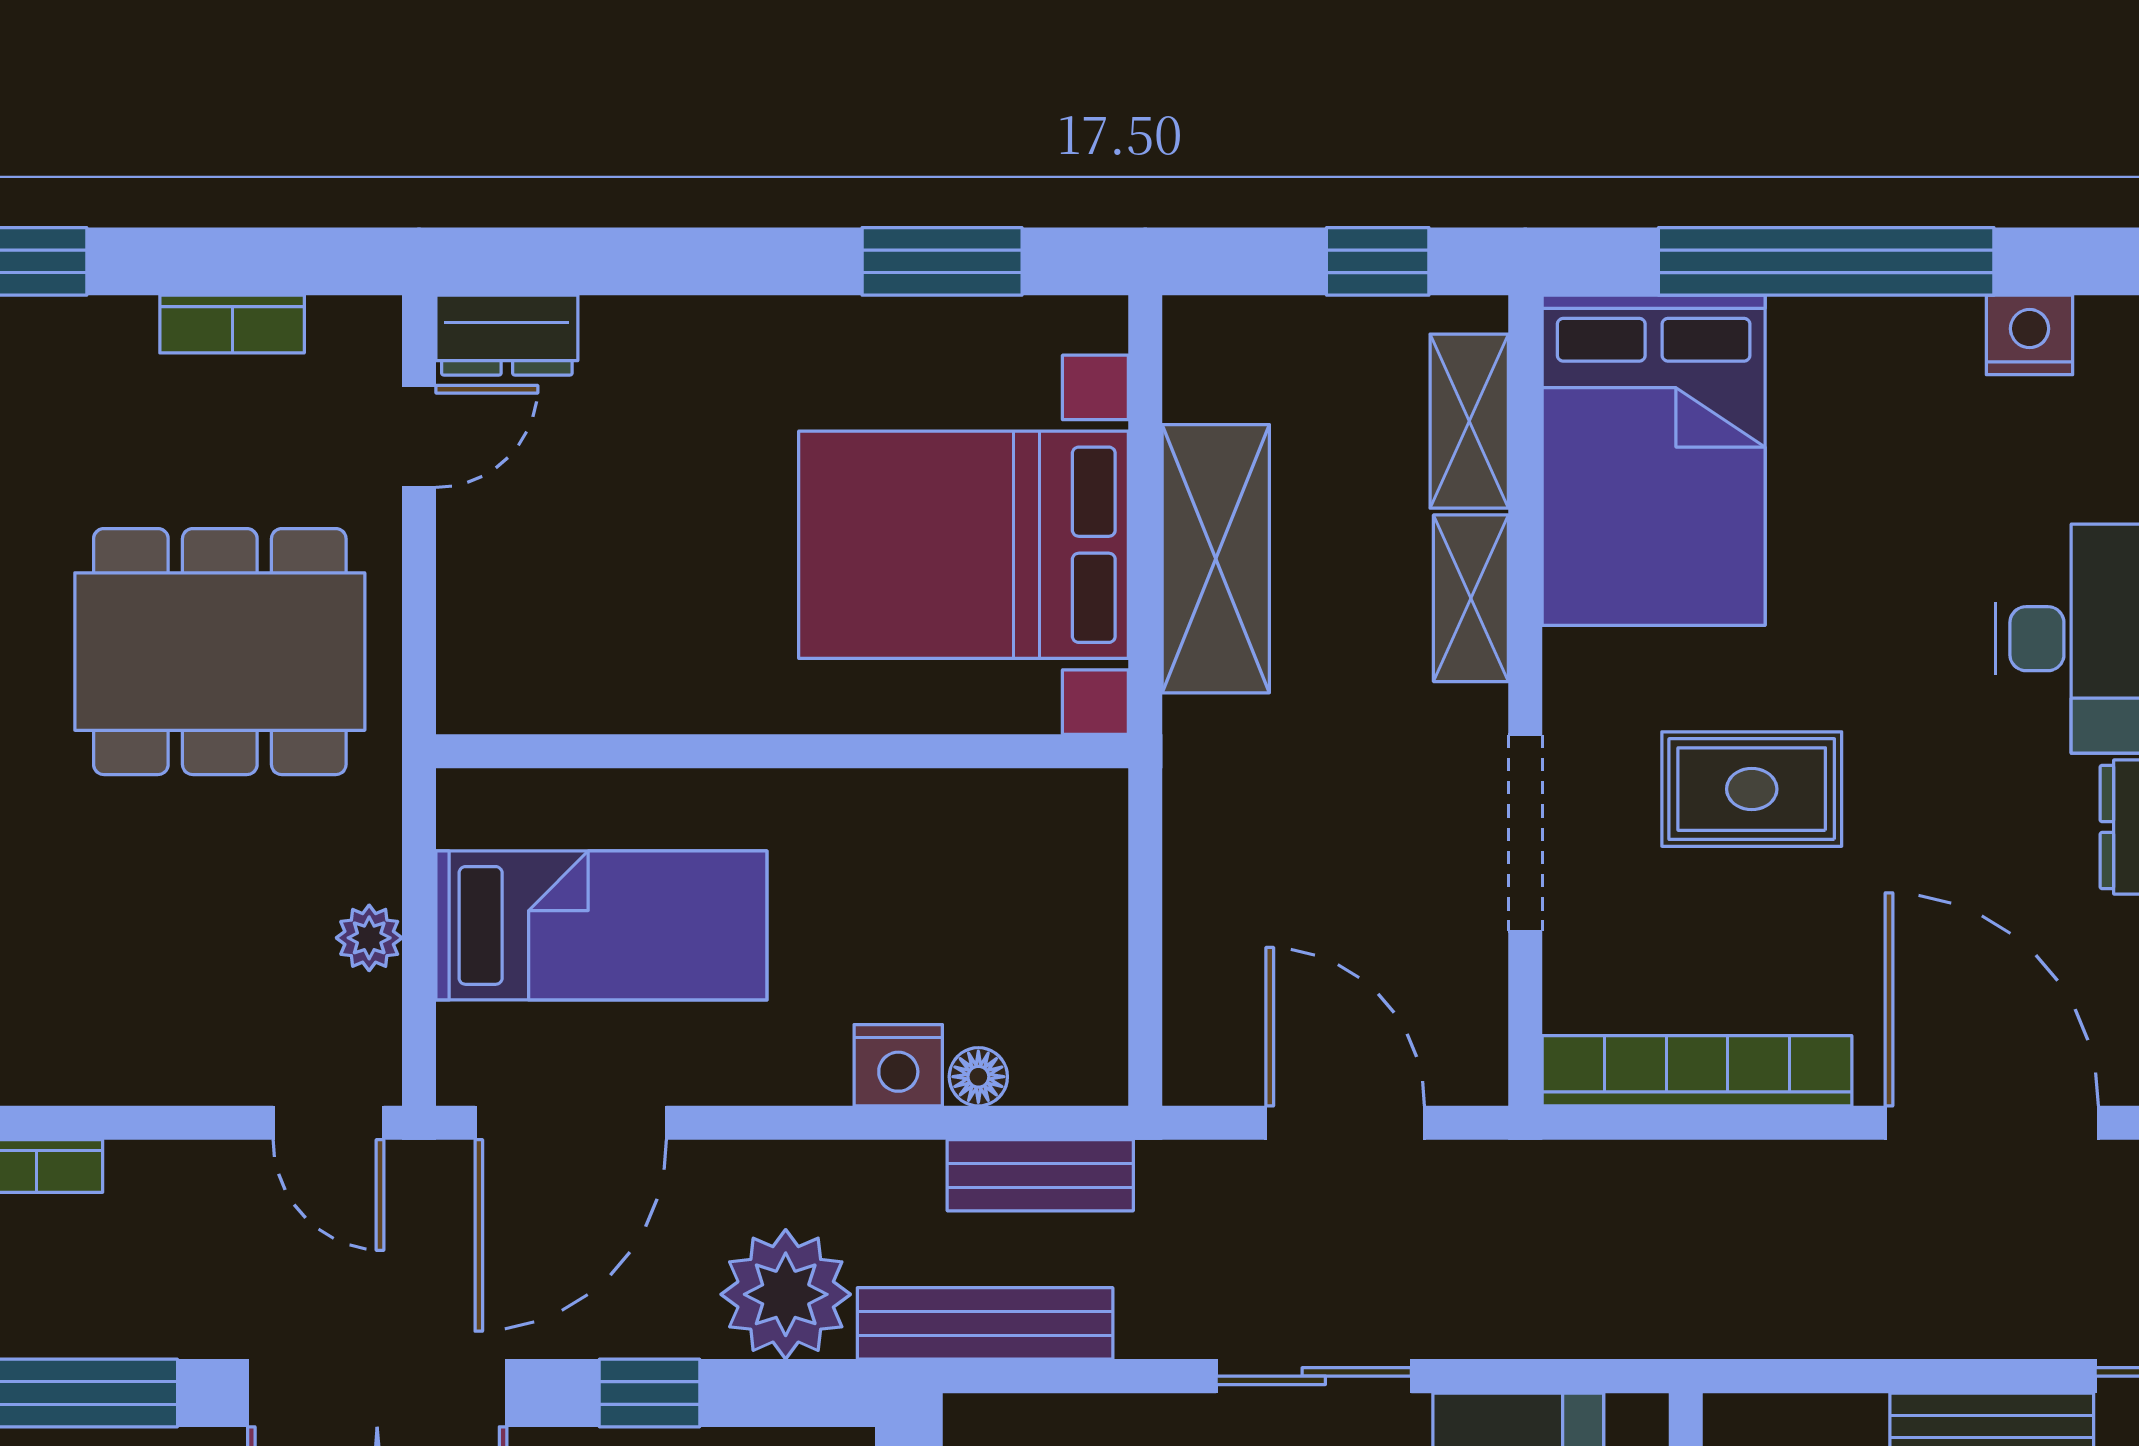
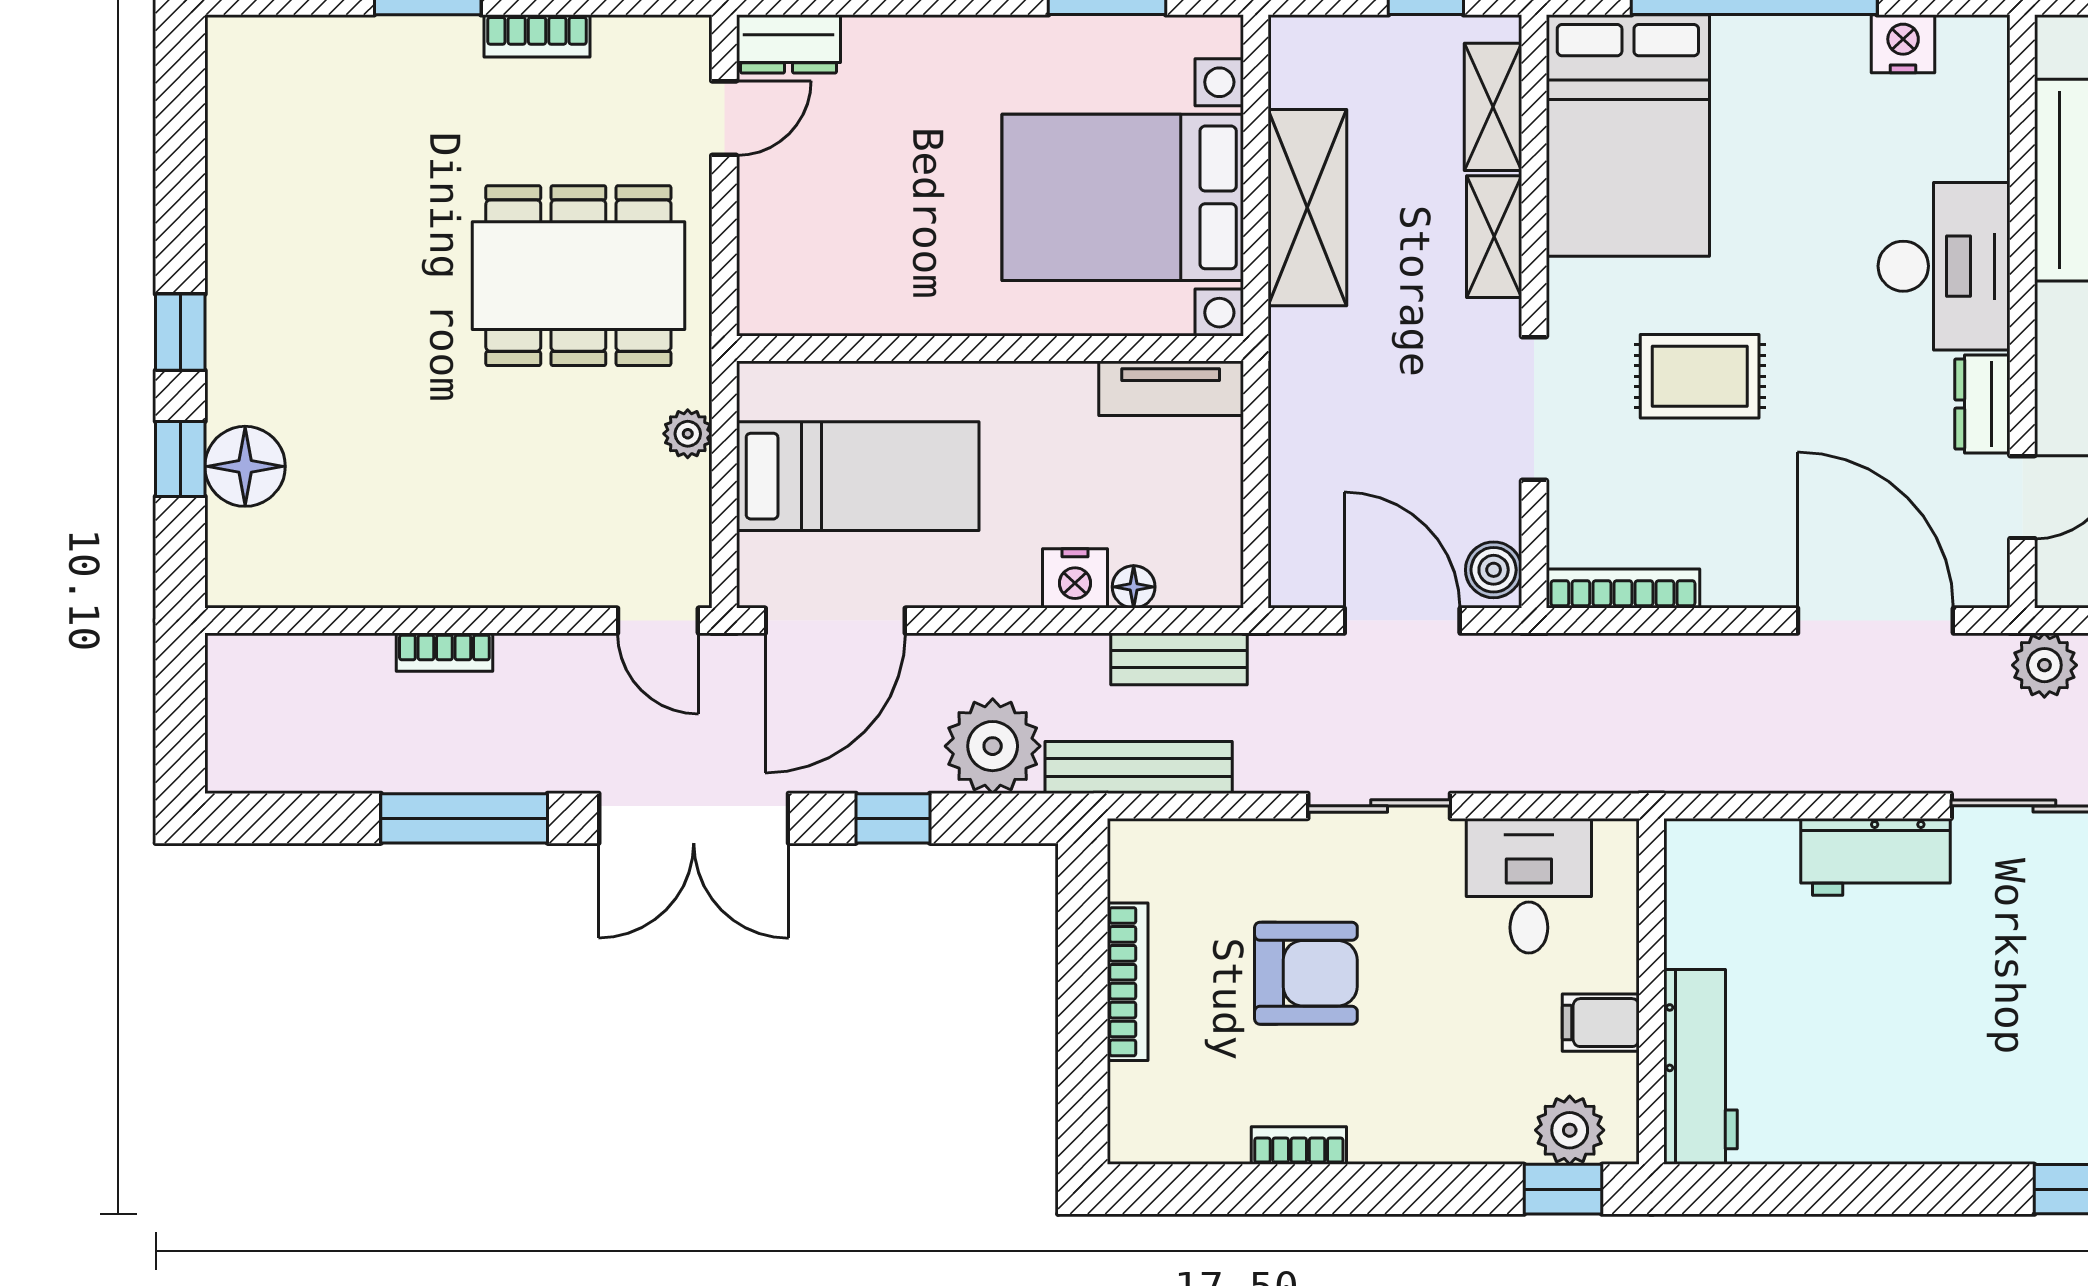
bookcase: (232, 324) -> (537, 36), moved
tv unit: (1029, 806) -> (1171, 388), added
plant: (369, 938) -> (688, 434), moved
boiler: (1470, 1053) -> (1494, 570), added
bookcase: (1697, 1071) -> (1623, 589), width x0.68, depth x0.76

